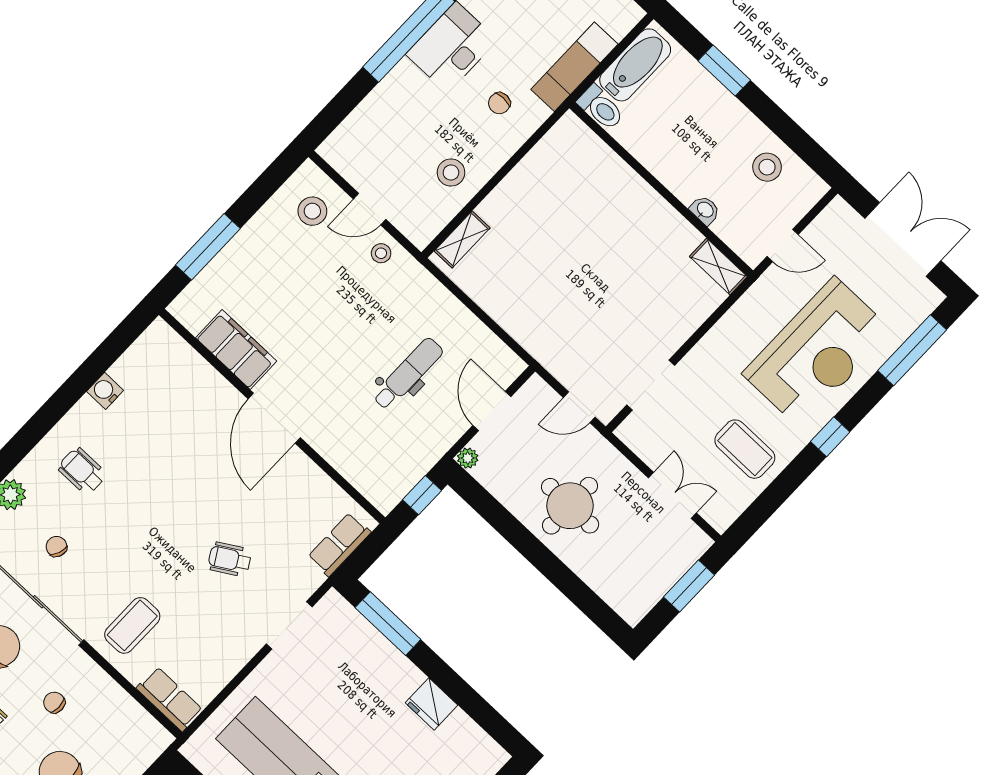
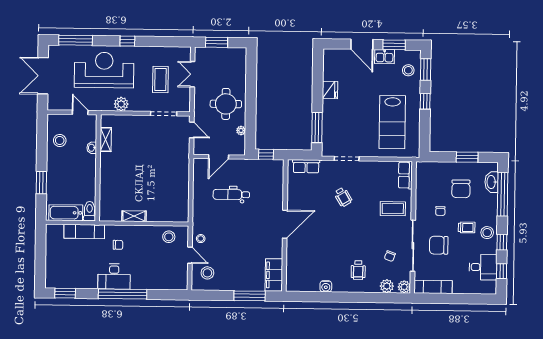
stool: (451, 172) -> (169, 237), moved
shelving: (462, 239) -> (134, 216), moved
shelving: (718, 267) -> (106, 140), moved
plant: (733, 328) -> (121, 104), added
filing cabinet: (236, 349) -> (274, 275), moved
coffee table: (745, 449) -> (160, 79), moved
plant: (468, 458) -> (241, 131), moved

